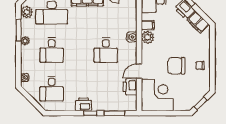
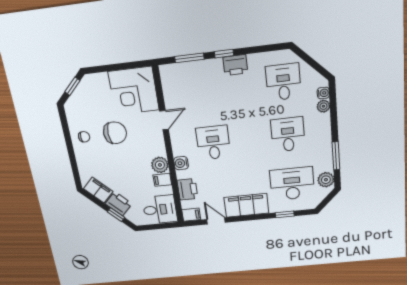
plant: (25, 41) -> (323, 106), moved
printer: (130, 87) -> (187, 189), moved

